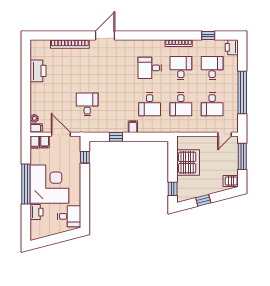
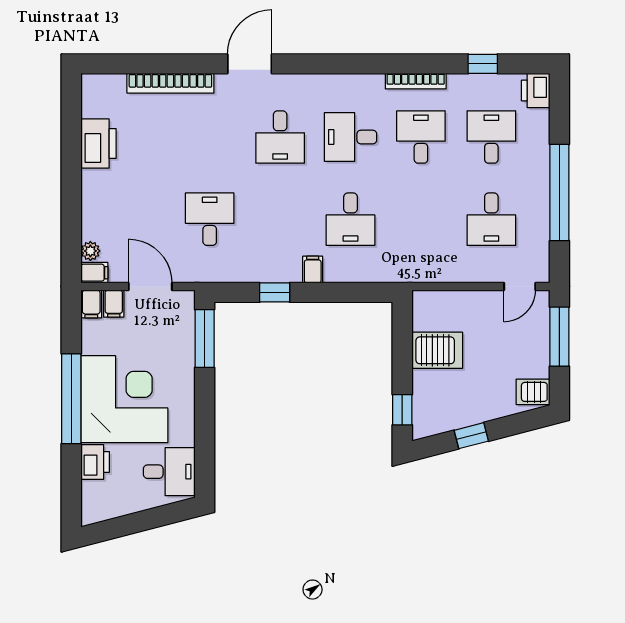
desk: (181, 104) -> (280, 137), moved
window: (85, 157) -> (205, 339), width x2.17
server rack: (188, 162) -> (437, 350), width x0.62

